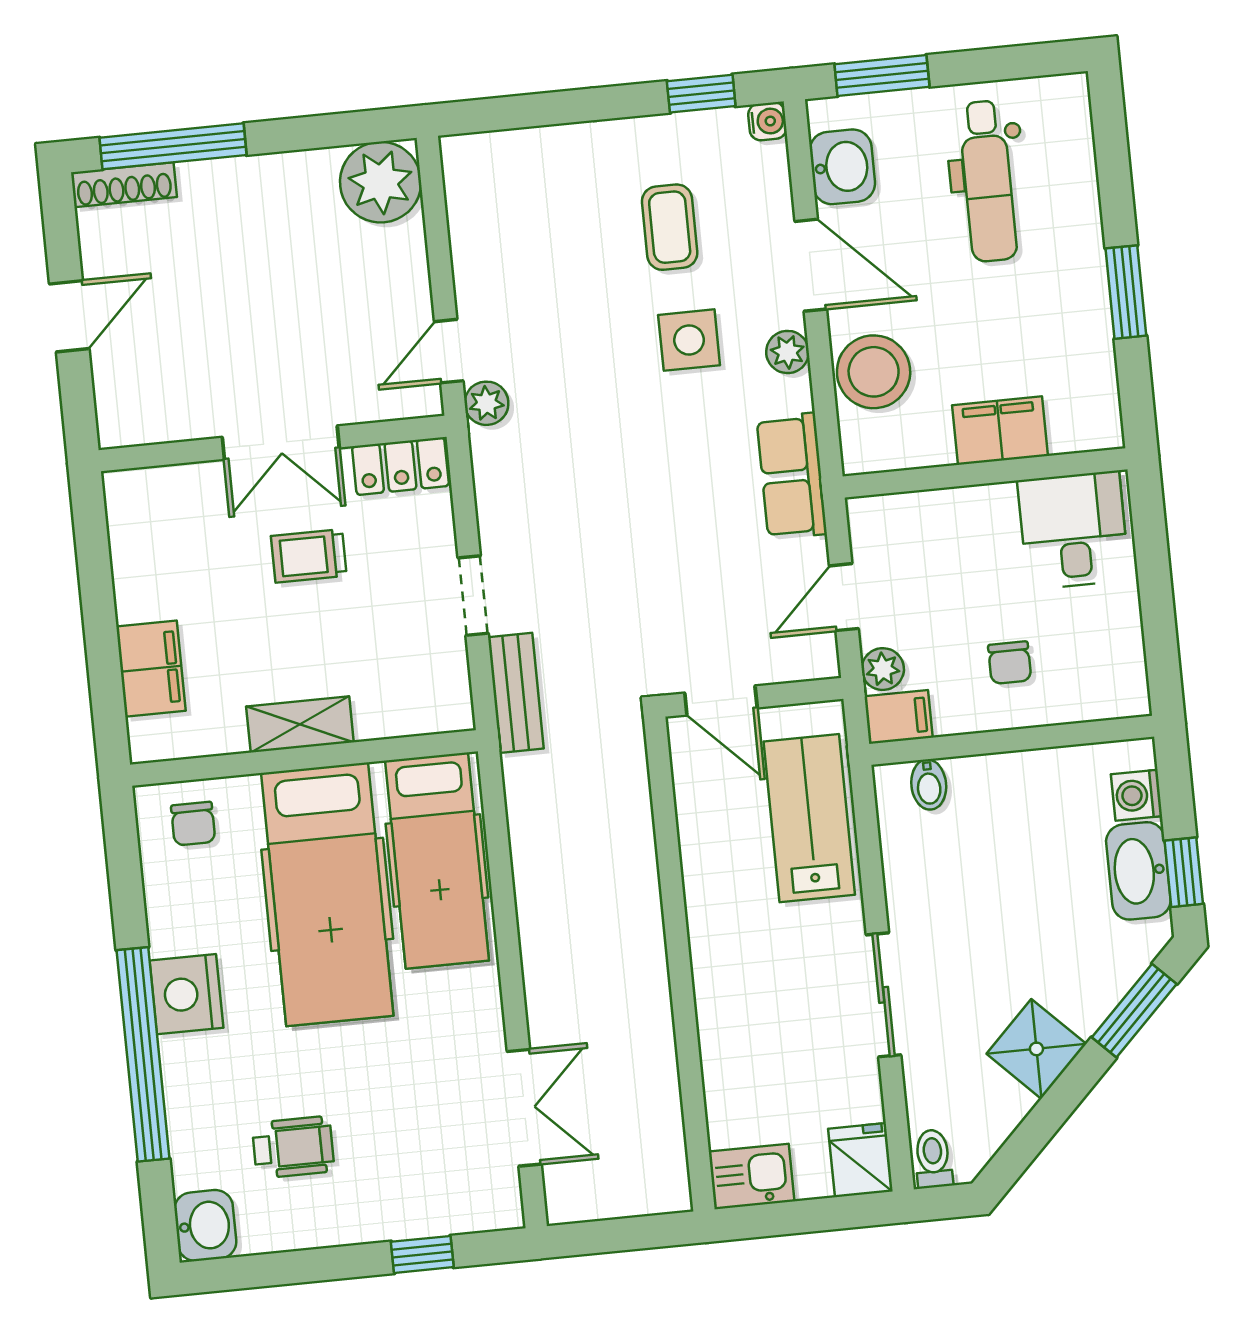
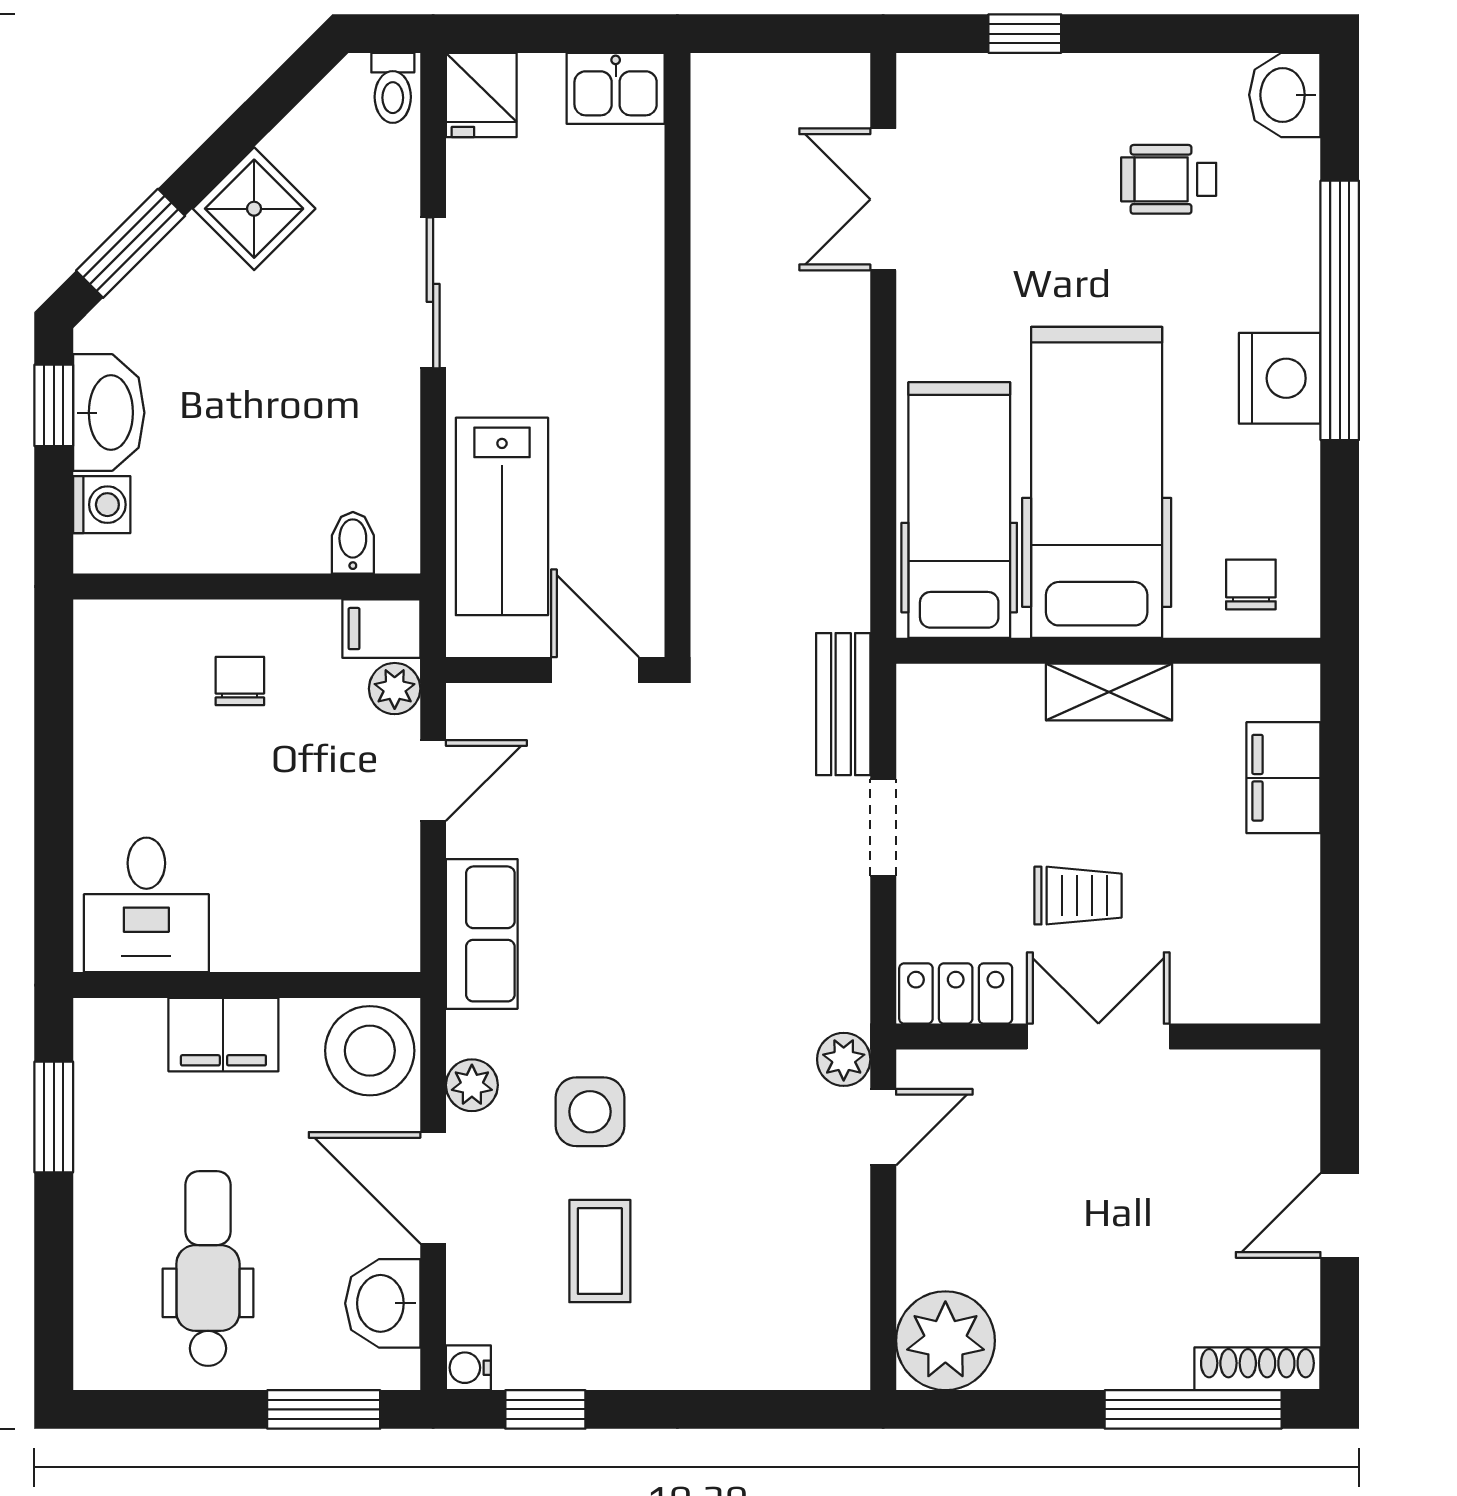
filing cabinet: (1000, 431) -> (223, 1035), moved
wall: (985, 473) -> (247, 985), moved
desk: (1073, 530) -> (146, 905), moved

